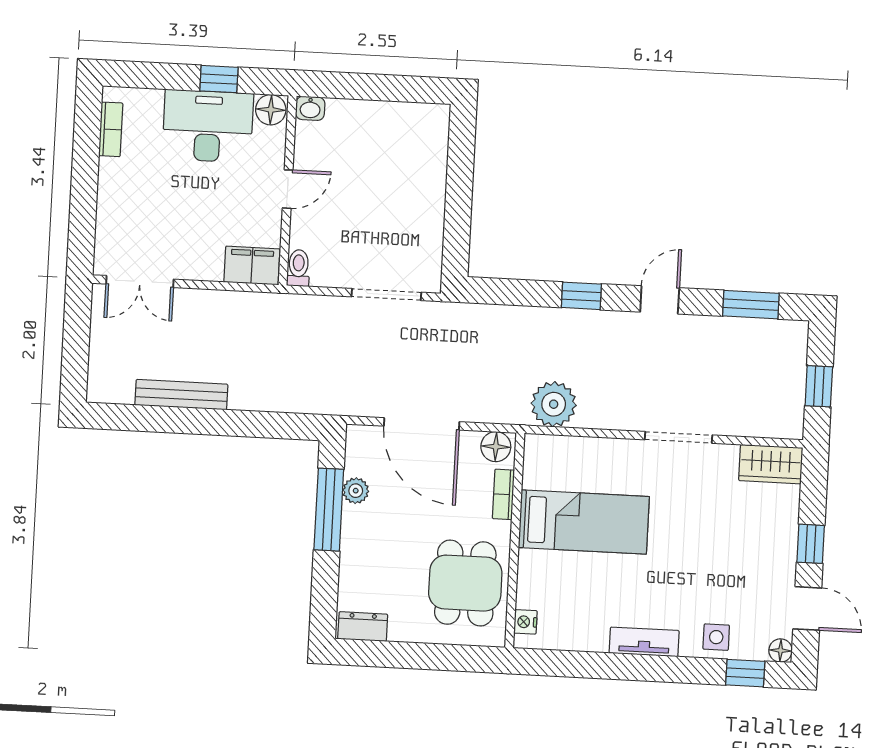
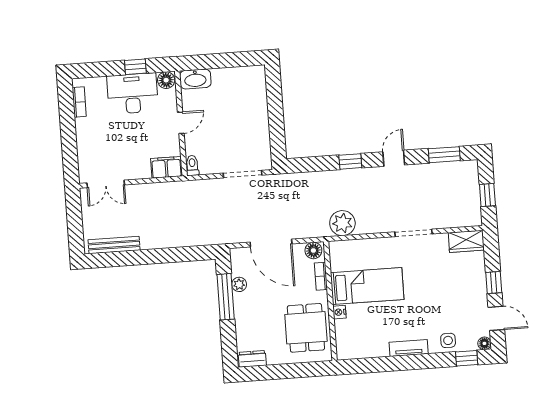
washbasin: (310, 108) -> (195, 79), width x1.91, depth x1.45
bench: (181, 395) -> (114, 245), moved
nightstand: (525, 622) -> (339, 312), moved

